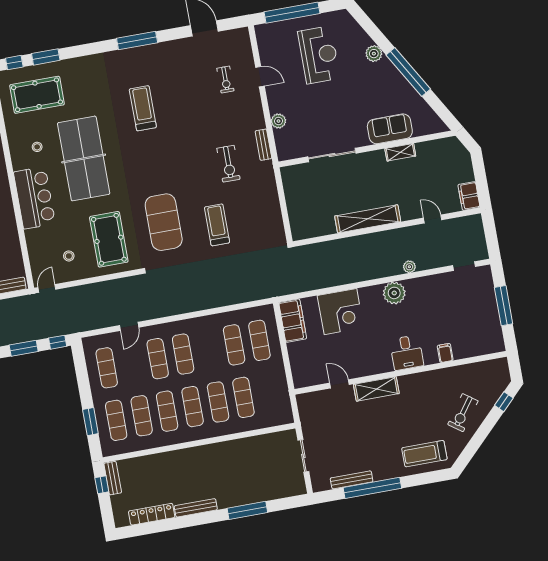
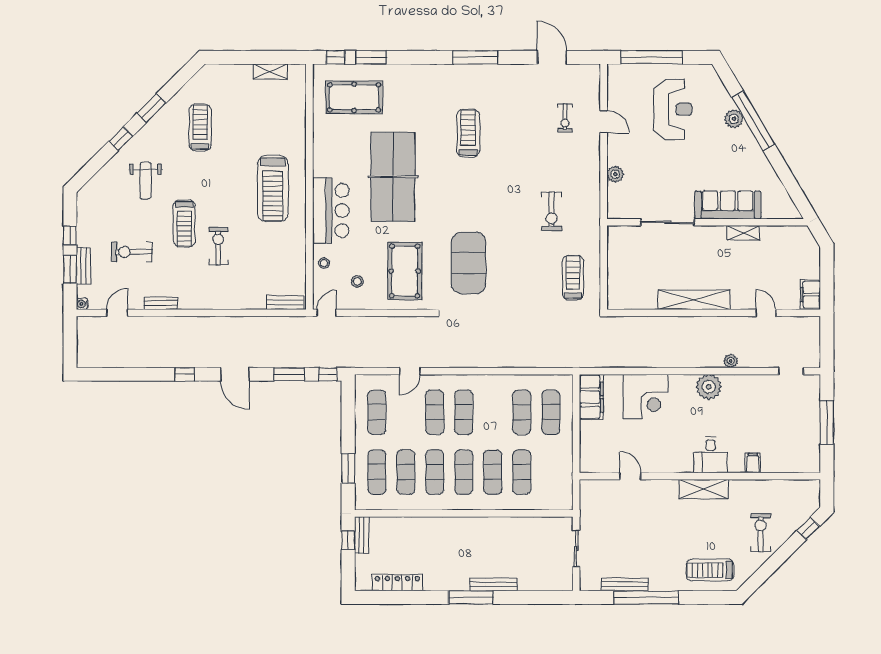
window: (408, 72) -> (753, 121), moved
sofa: (390, 129) -> (728, 205), width x1.36
bench: (263, 145) -> (594, 197), removed
stool: (37, 147) -> (324, 263), moved
treadmill: (217, 225) -> (573, 278), moved
shelving: (376, 389) -> (704, 489), moved
exercise bike: (463, 413) -> (761, 532), turned 144
bench: (196, 508) -> (493, 584), moved
window: (247, 510) -> (471, 597), moved

